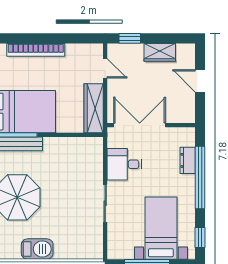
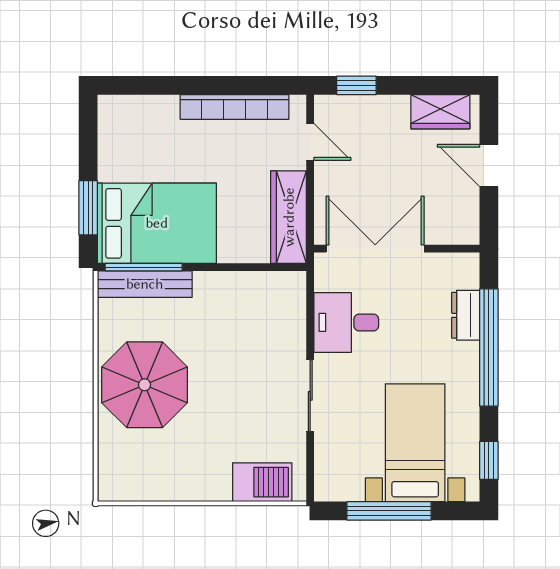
bookcase: (36, 50) -> (235, 107), moved
wardrobe: (160, 52) -> (440, 112), moved
barbecue: (37, 249) -> (262, 482), moved

